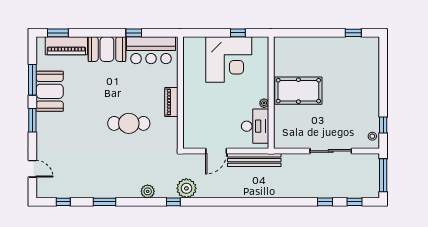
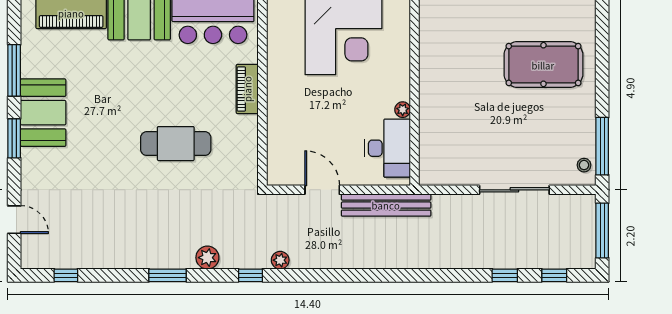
booth: (50, 91) -> (43, 113), moved
pool table: (298, 91) -> (543, 65), moved
piano: (171, 102) -> (247, 89), moved
window: (383, 125) -> (602, 146), width x2.17
door: (216, 151) -> (322, 190), swing flipped
plant: (186, 188) -> (280, 260), width x0.53, depth x0.53
window: (105, 202) -> (168, 275), moved

